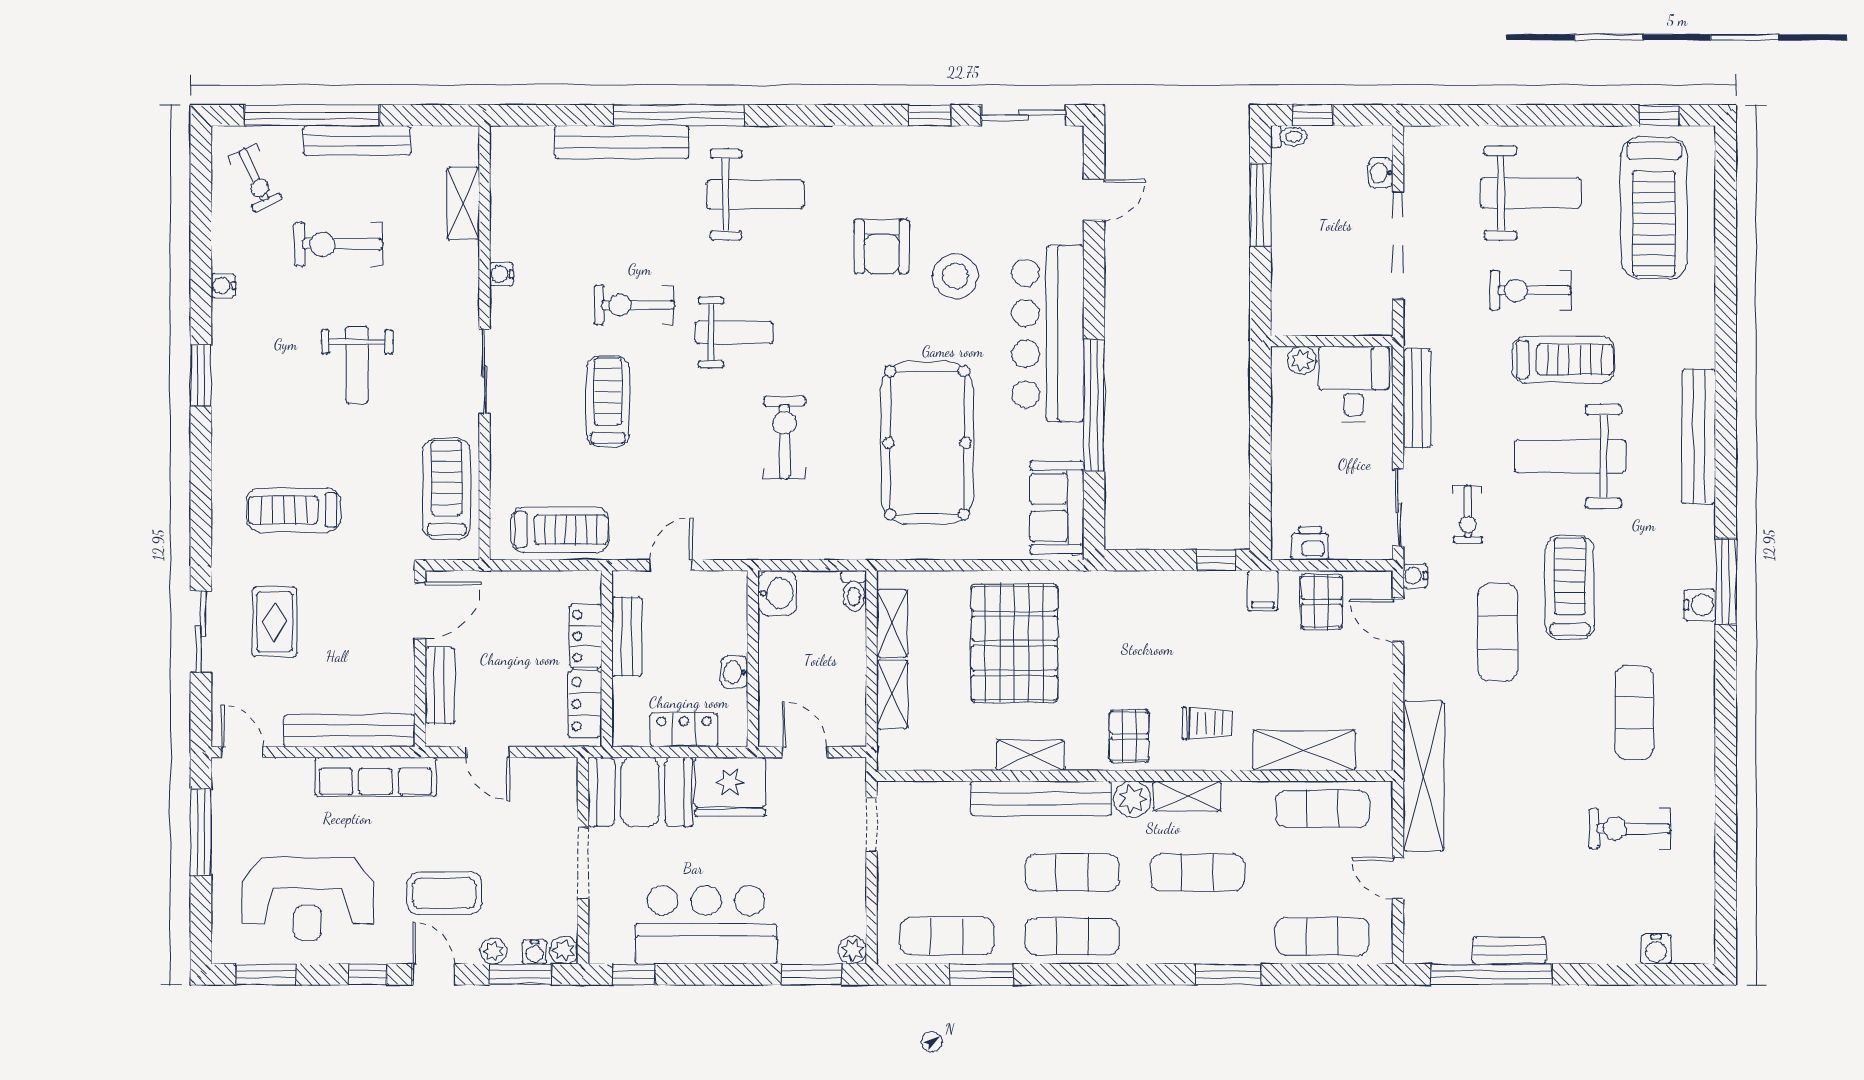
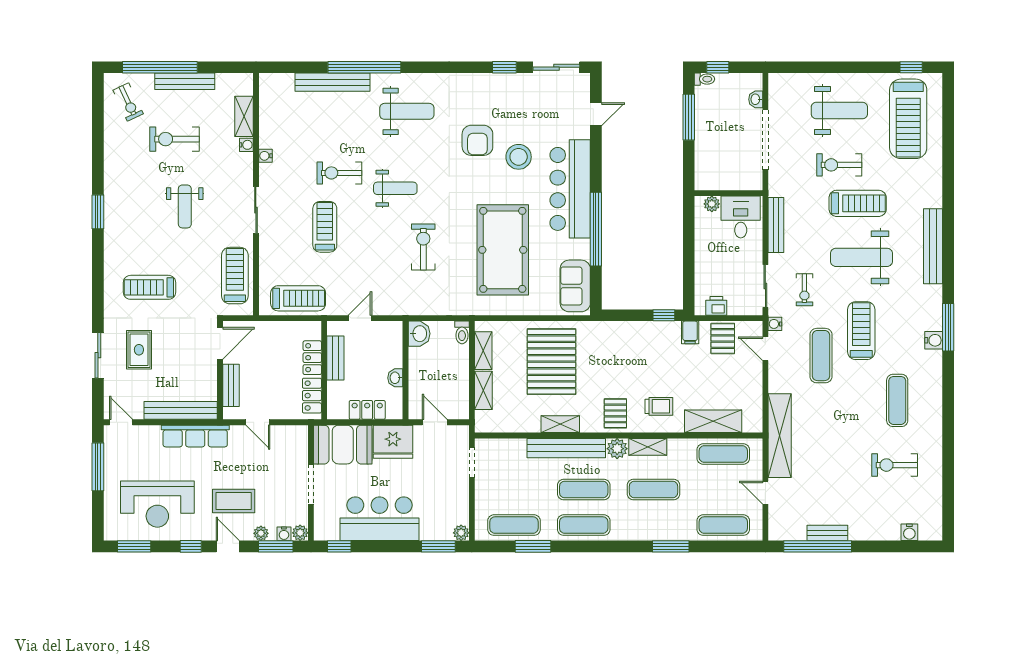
water cooler: (223, 286) -> (246, 145), moved, turned 180

